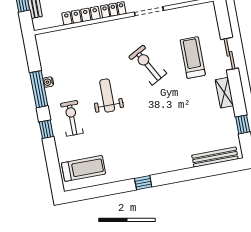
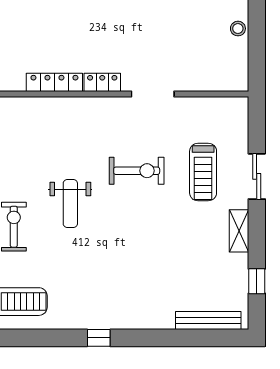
treadmill: (193, 58) -> (203, 172), turned 180
exercise bike: (148, 65) -> (137, 171), turned 119
weight bench: (107, 96) -> (70, 204), turned 180

